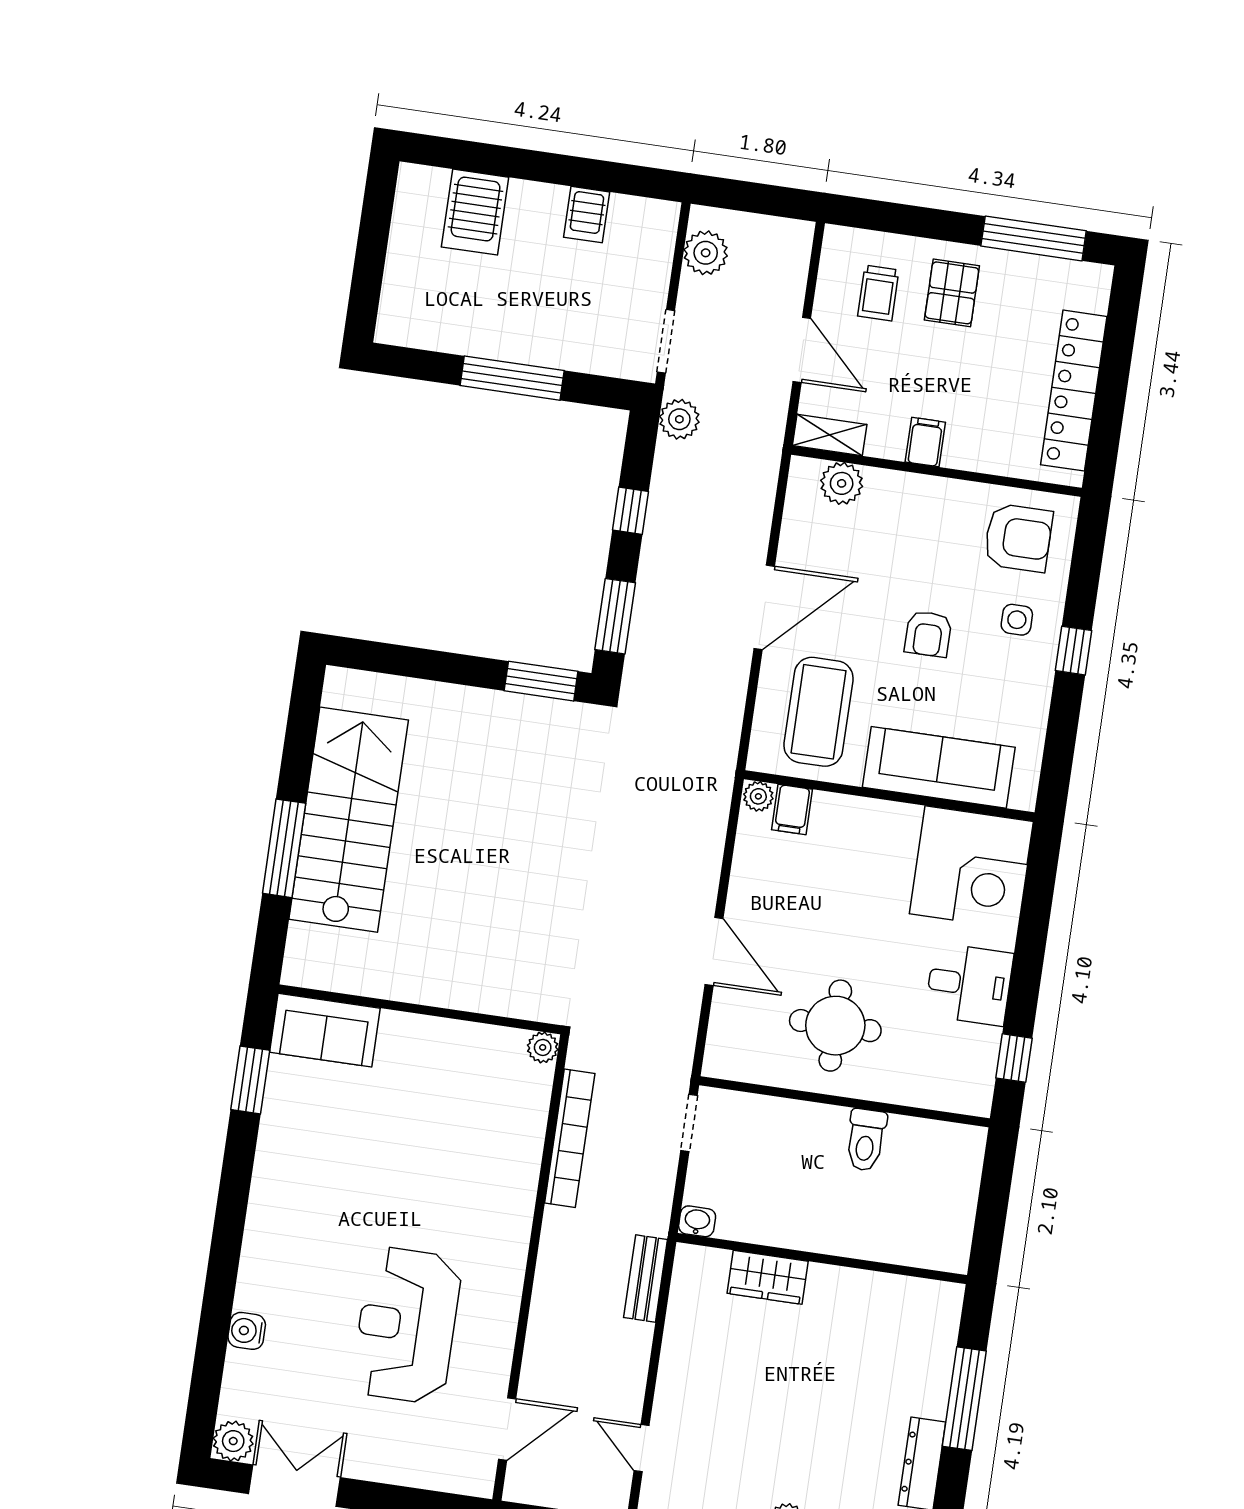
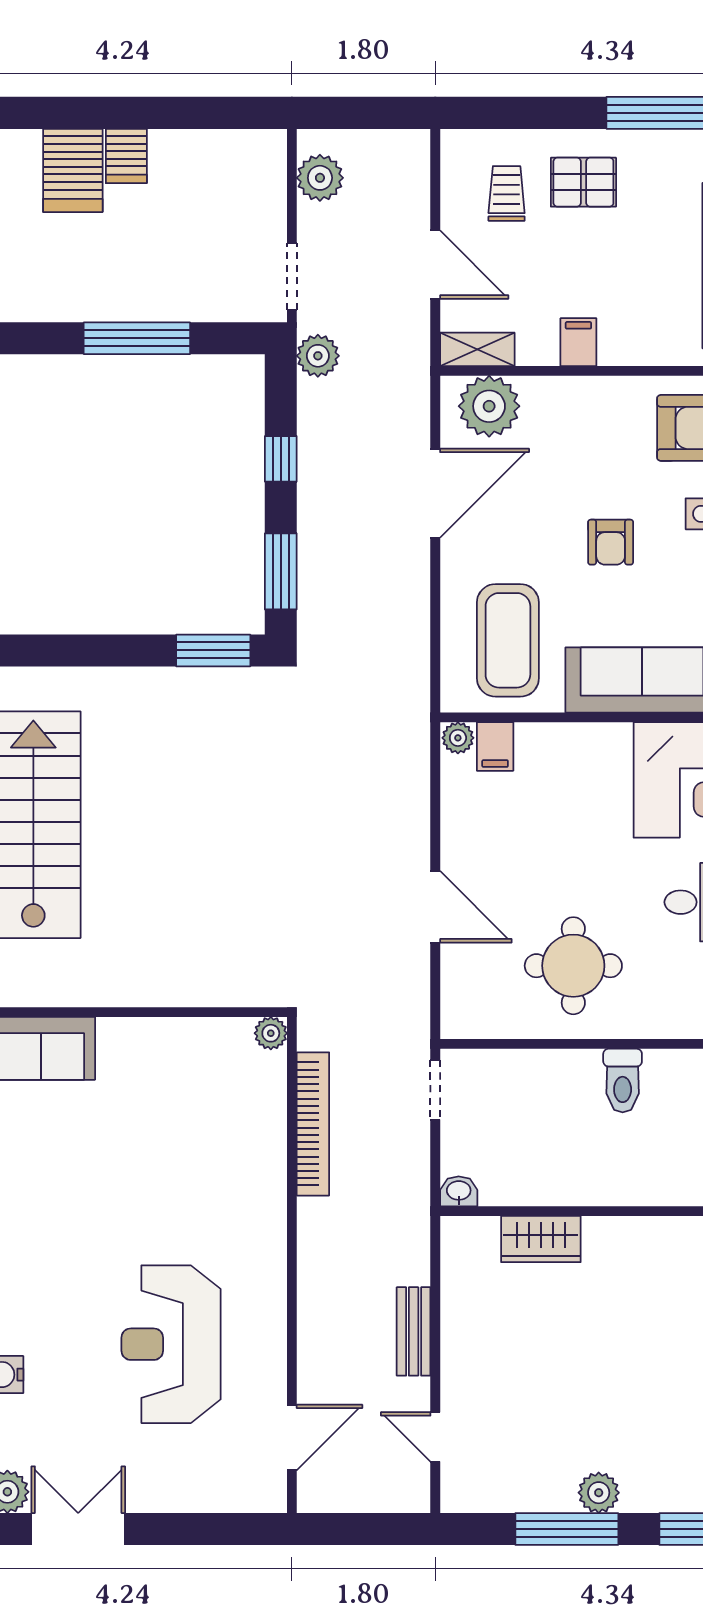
server rack: (587, 215) -> (126, 156), moved
trolley: (878, 293) -> (507, 193), turned 180
pallet: (952, 293) -> (583, 182), turned 90
plant: (842, 483) -> (489, 406), width x1.36, depth x1.36
door: (764, 607) -> (435, 493), moved
bench: (646, 1279) -> (414, 1331), moved

